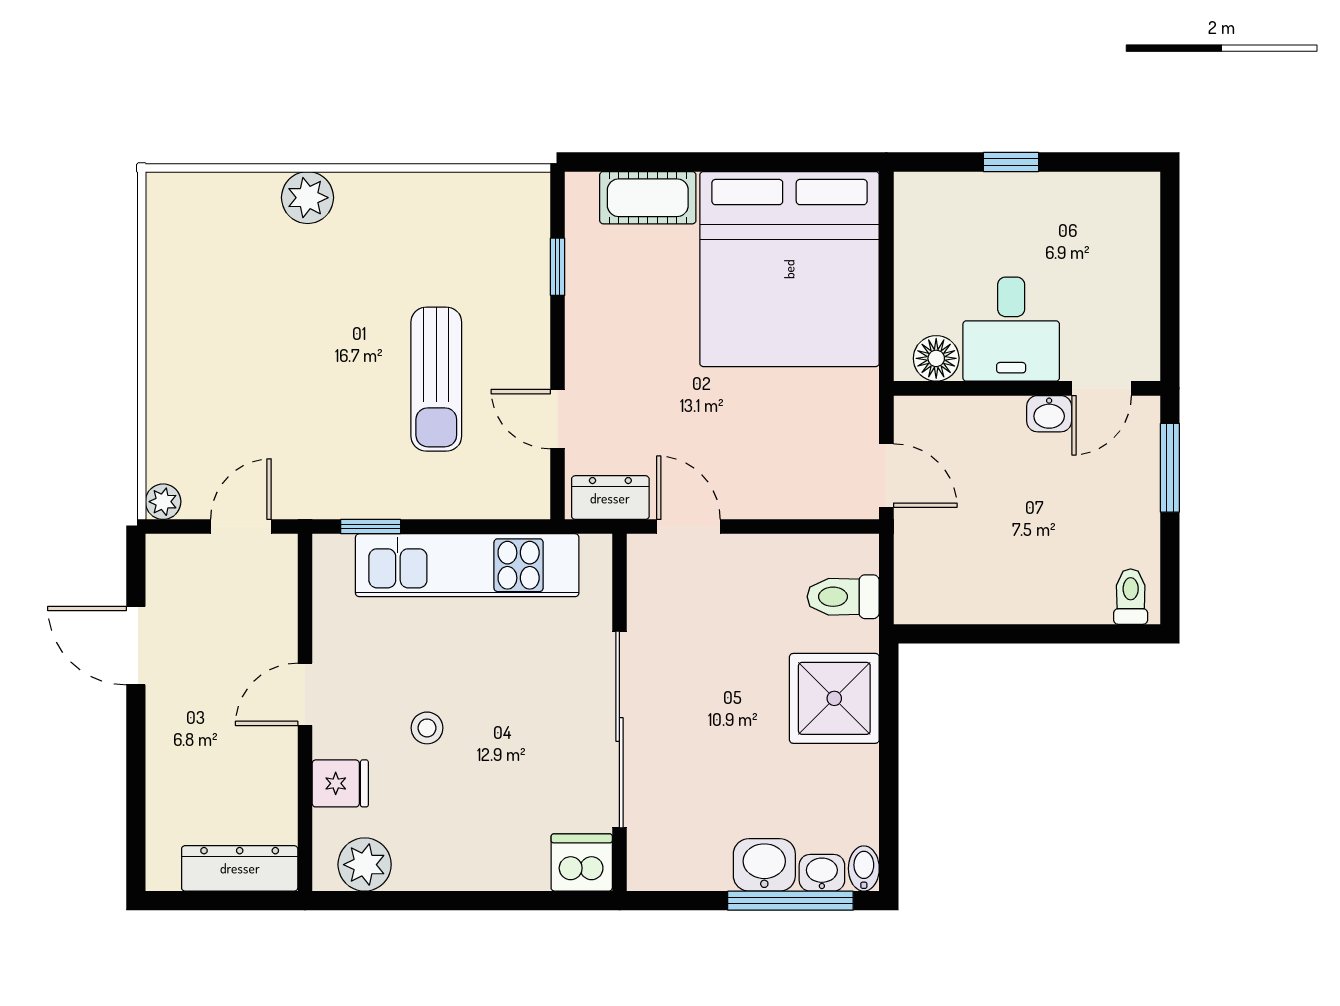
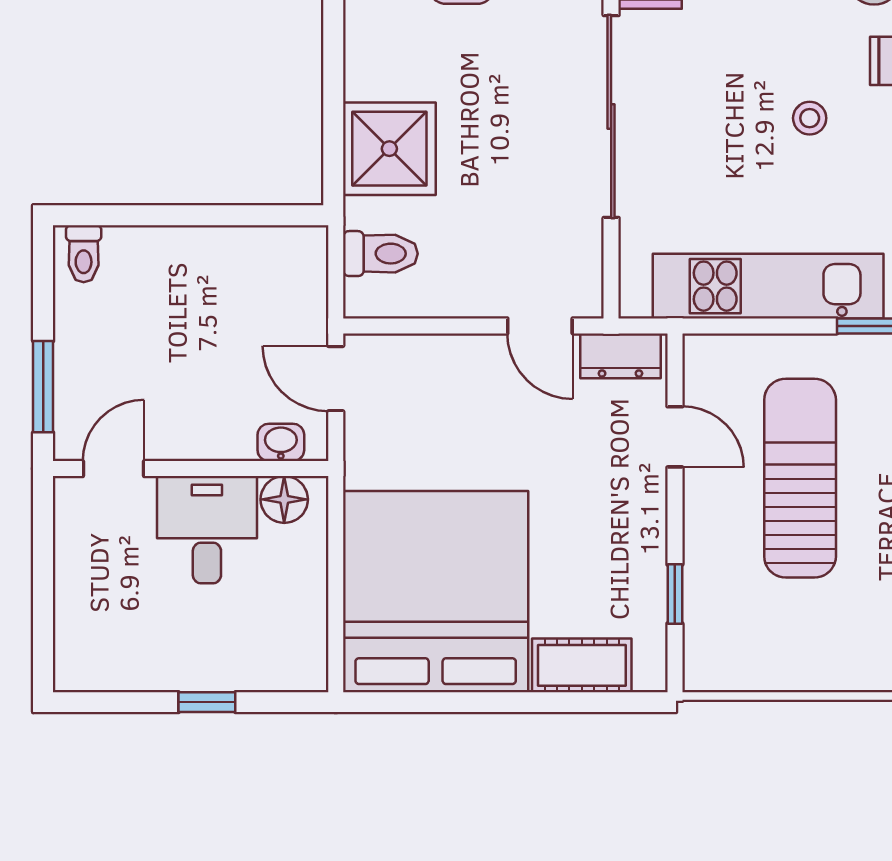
sun lounger: (436, 379) -> (800, 478), width x1.36, depth x1.34
washbasin: (1049, 414) -> (281, 442), moved

